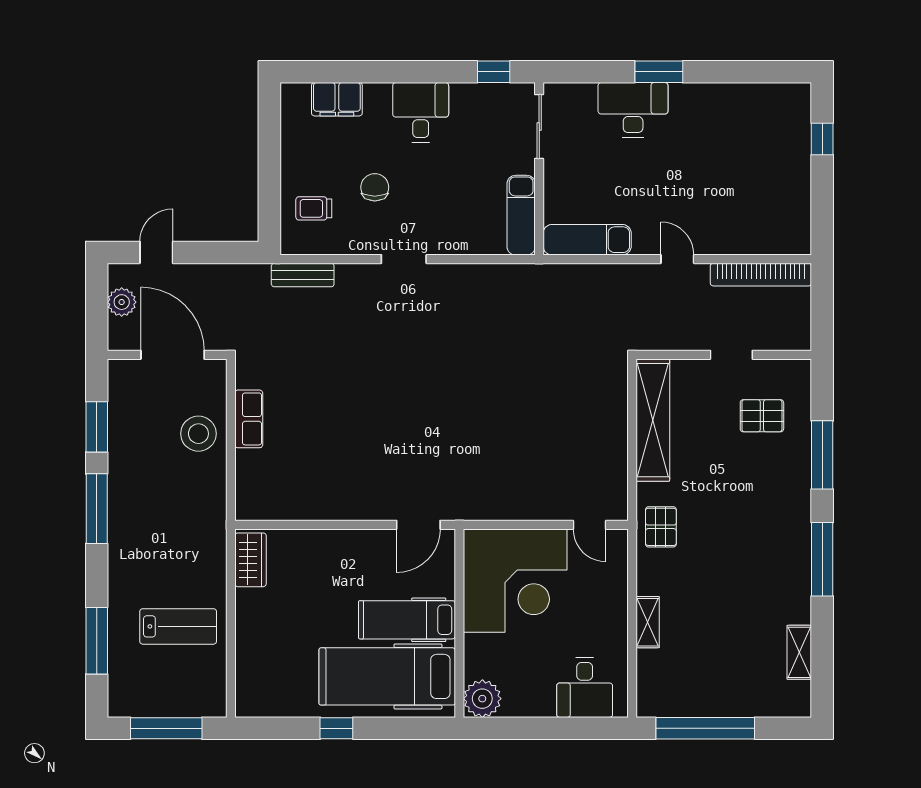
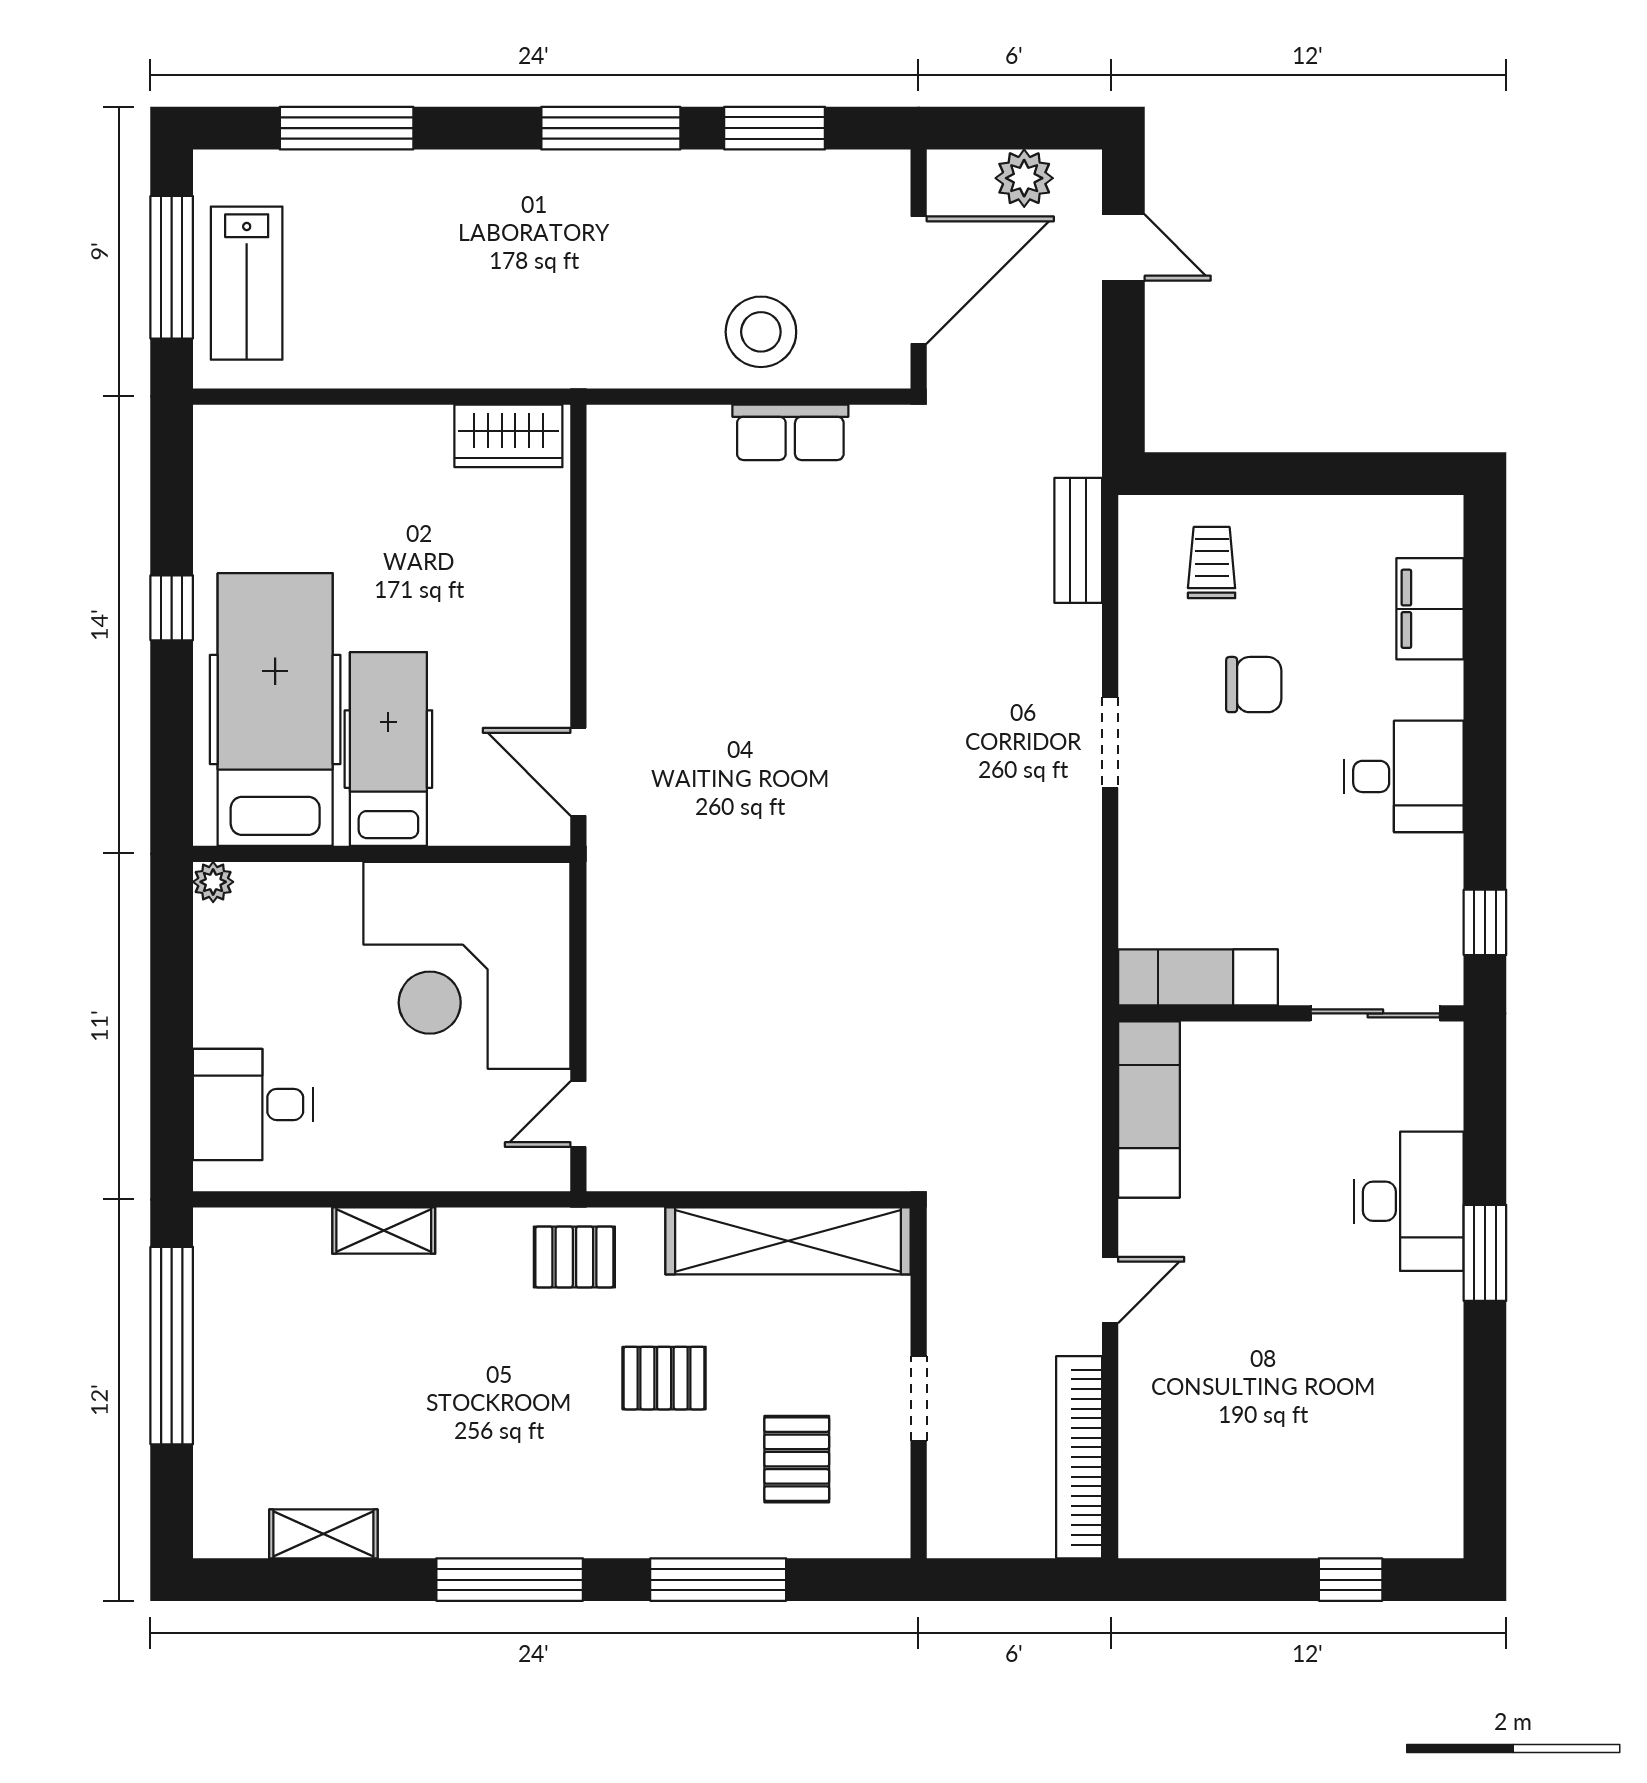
pallet: (721, 482) -> (664, 1378), added
lab bench: (178, 626) -> (247, 283), moved
plant: (482, 699) -> (213, 882), width x0.53, depth x0.53

